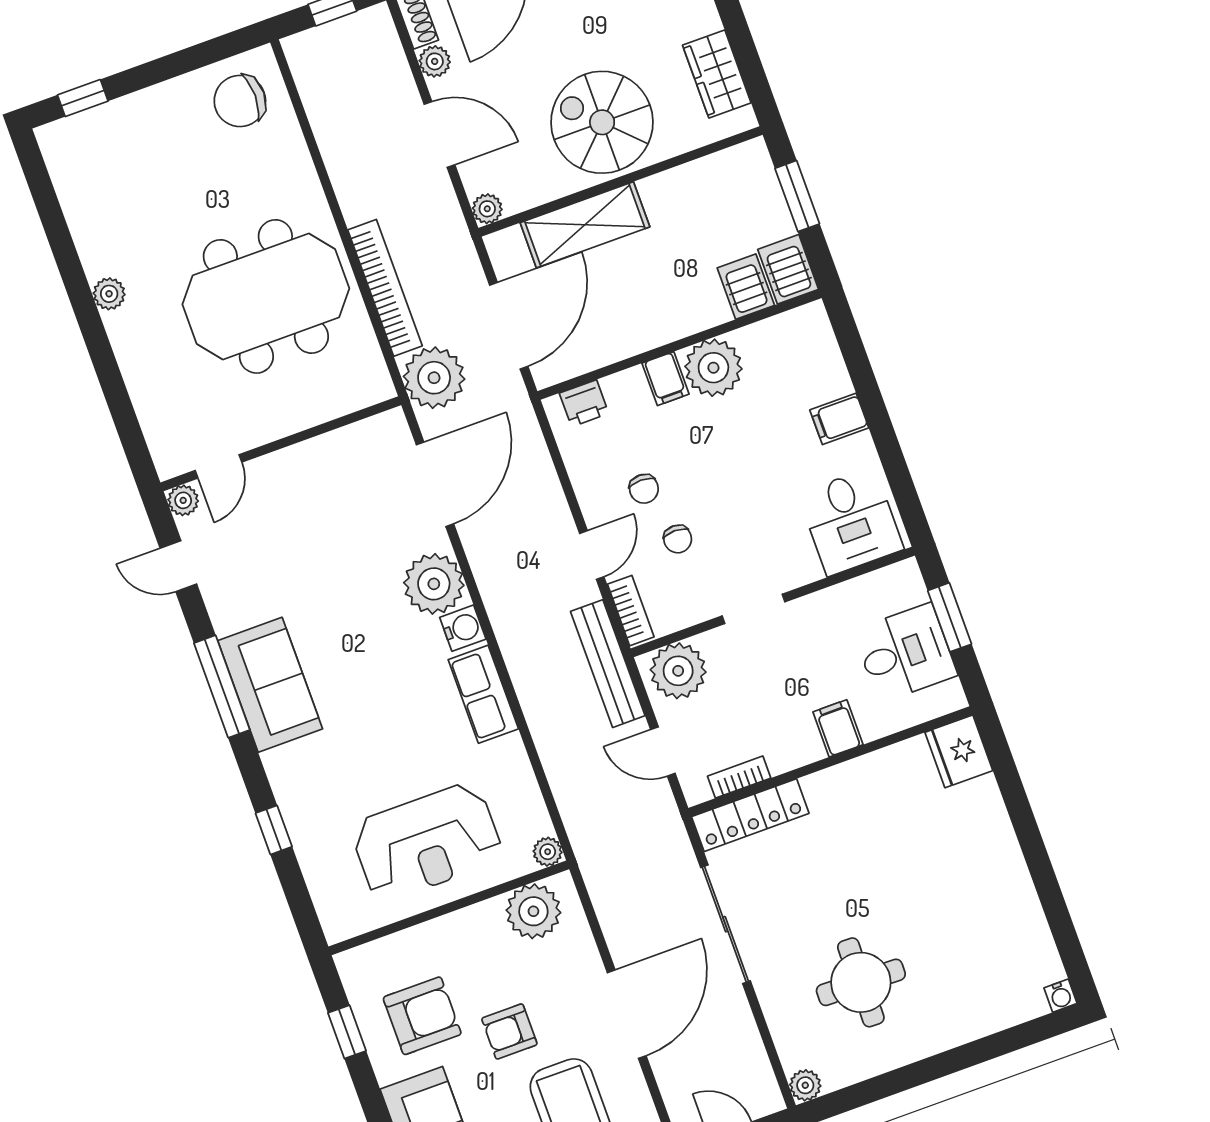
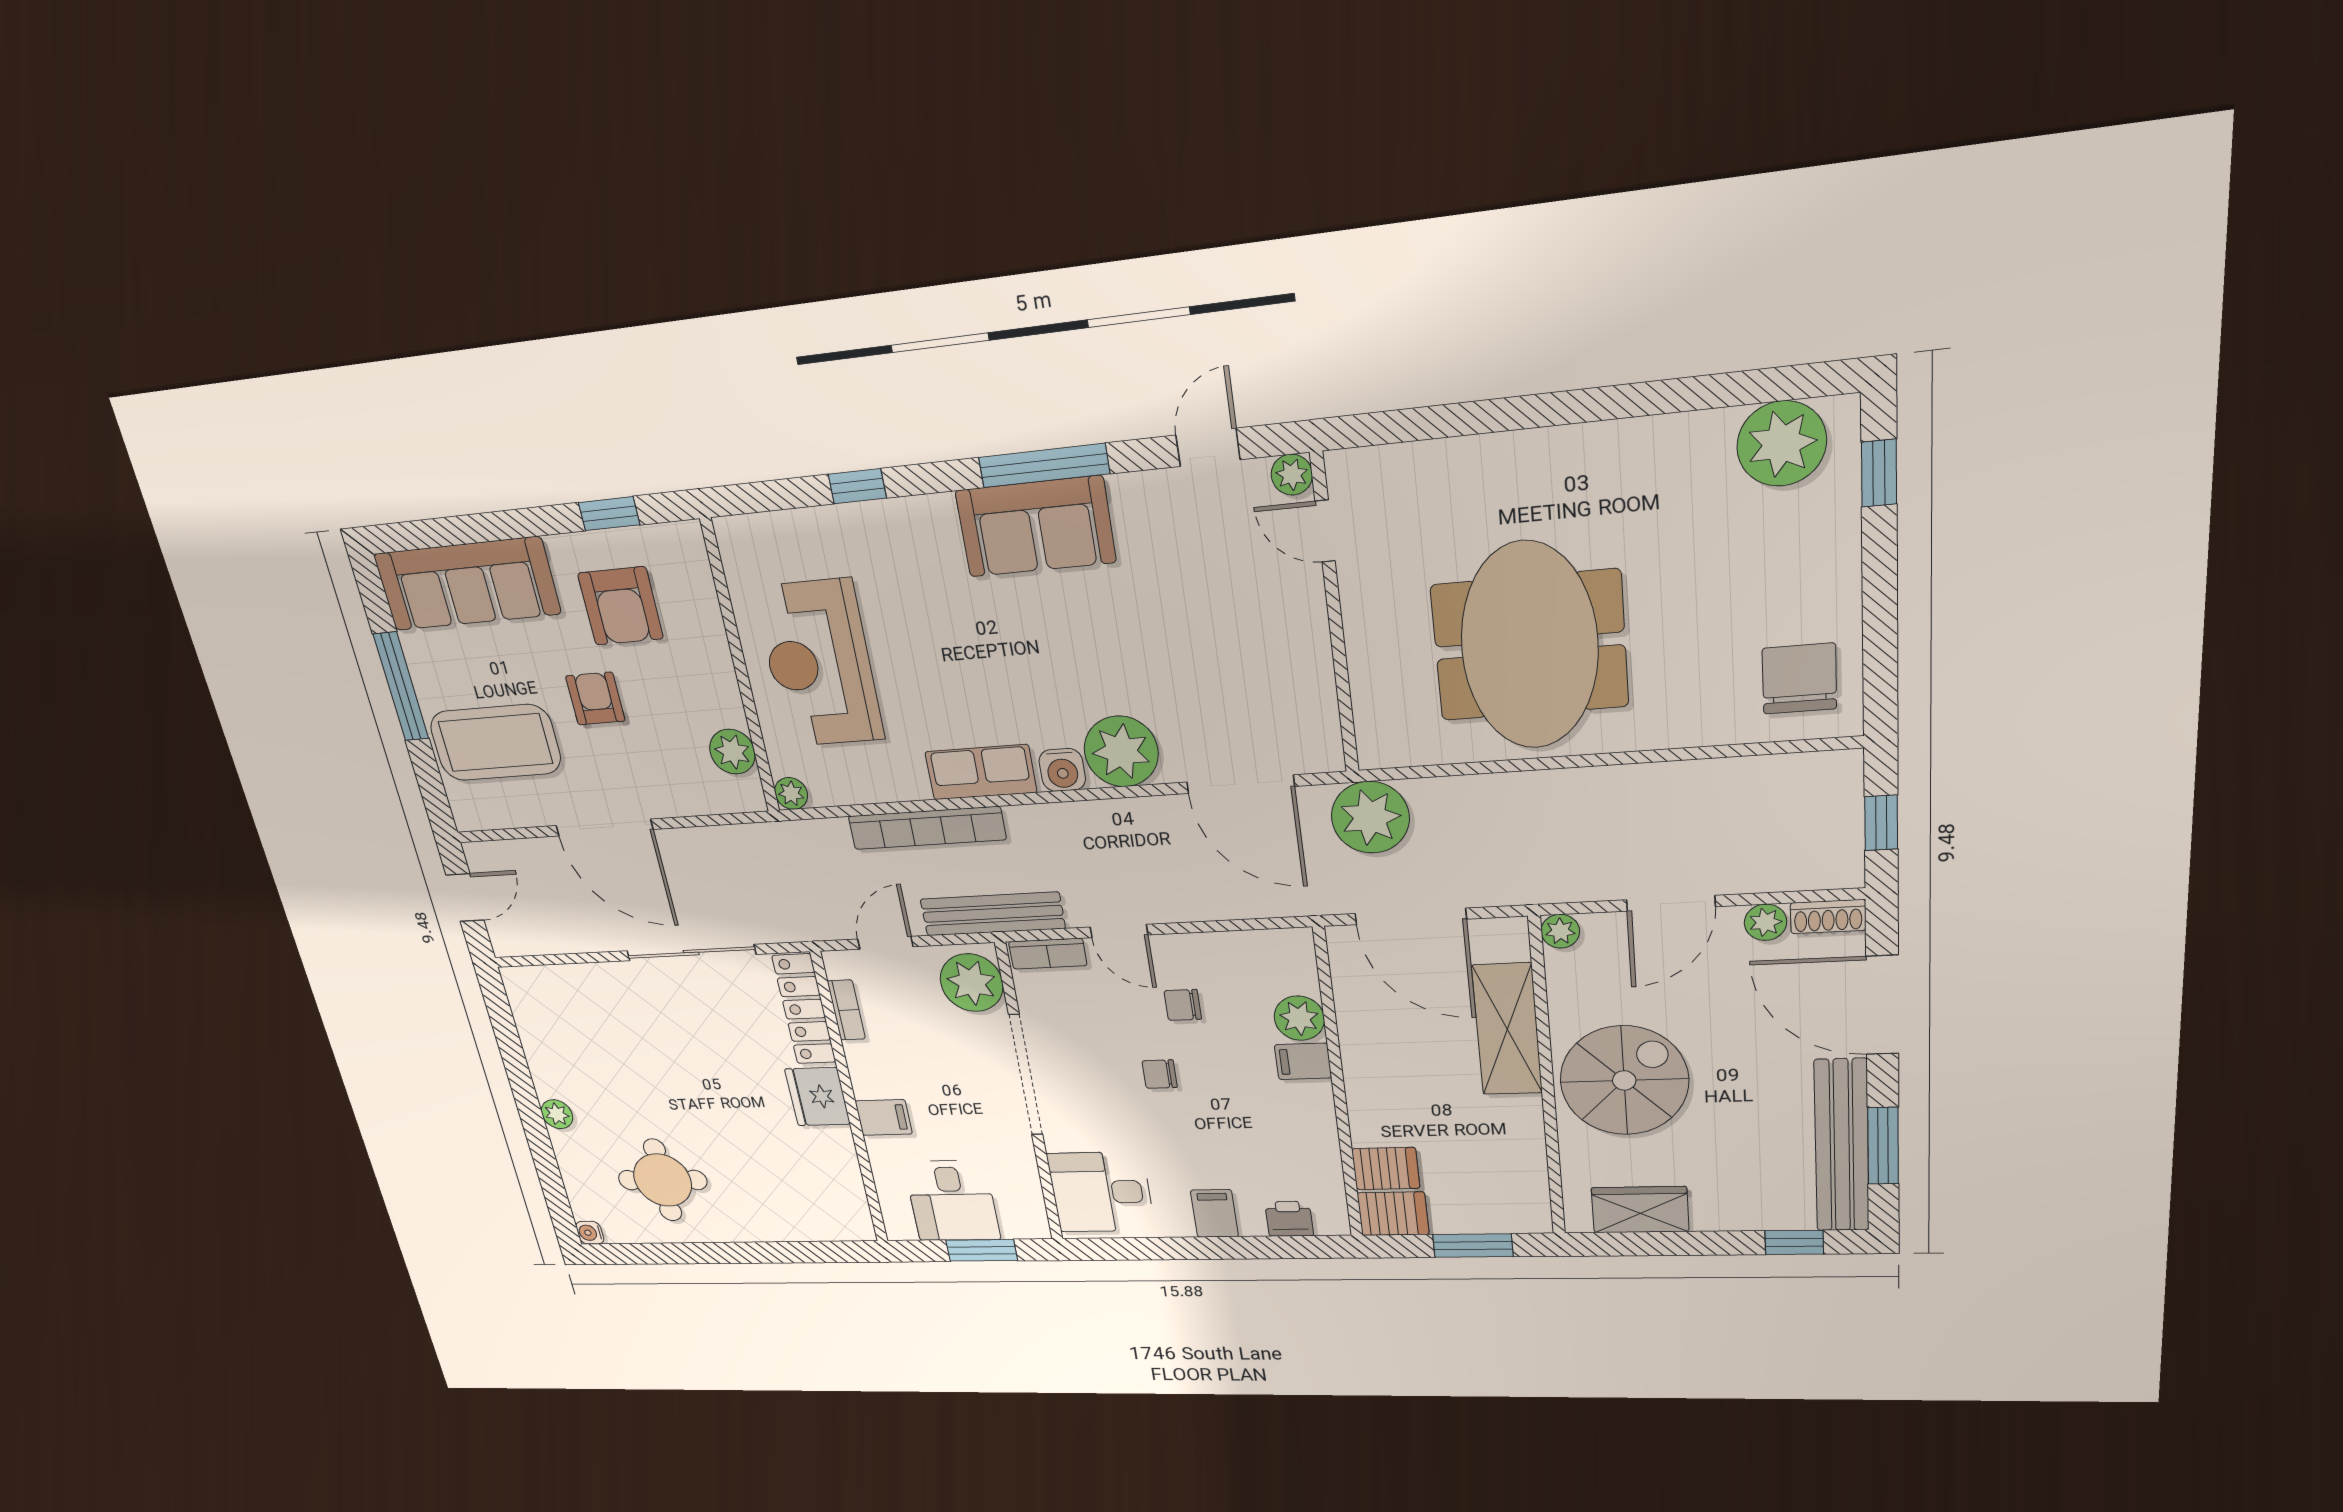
bookcase: (385, 288) -> (927, 828), moved
plant: (109, 294) -> (1782, 444), moved, width x1.88, depth x1.88
plant: (713, 368) -> (1299, 1018), moved, width x0.73, depth x0.73
printer: (584, 403) -> (1289, 1219), moved, turned 90
chair: (678, 539) -> (1160, 1074), moved
doorway: (754, 609) -> (1026, 1075), width x1.88
fridge: (959, 751) -> (818, 1097), moved, turned -90
plant: (533, 911) -> (732, 752), width x0.73, depth x0.73
round table: (861, 982) -> (663, 1180), moved
plant: (805, 1085) -> (557, 1114), moved

